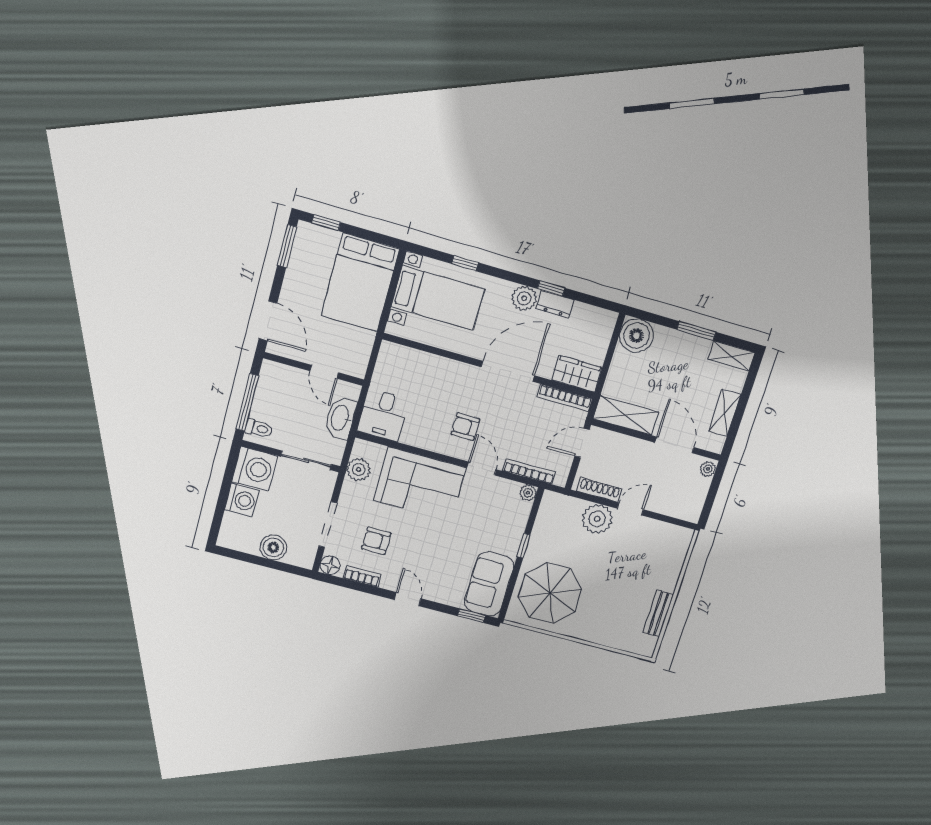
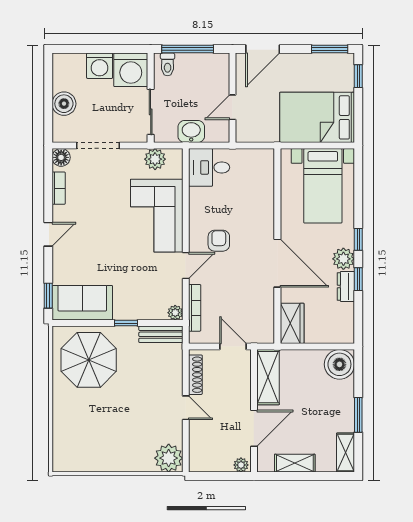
window: (465, 263) -> (358, 239), moved
bookcase: (565, 398) -> (268, 319), removed
washbasin: (340, 418) -> (191, 132), width x0.72
plant: (597, 519) -> (169, 458), moved
armchair: (376, 541) -> (95, 192), removed
bench: (658, 613) -> (161, 334), moved

